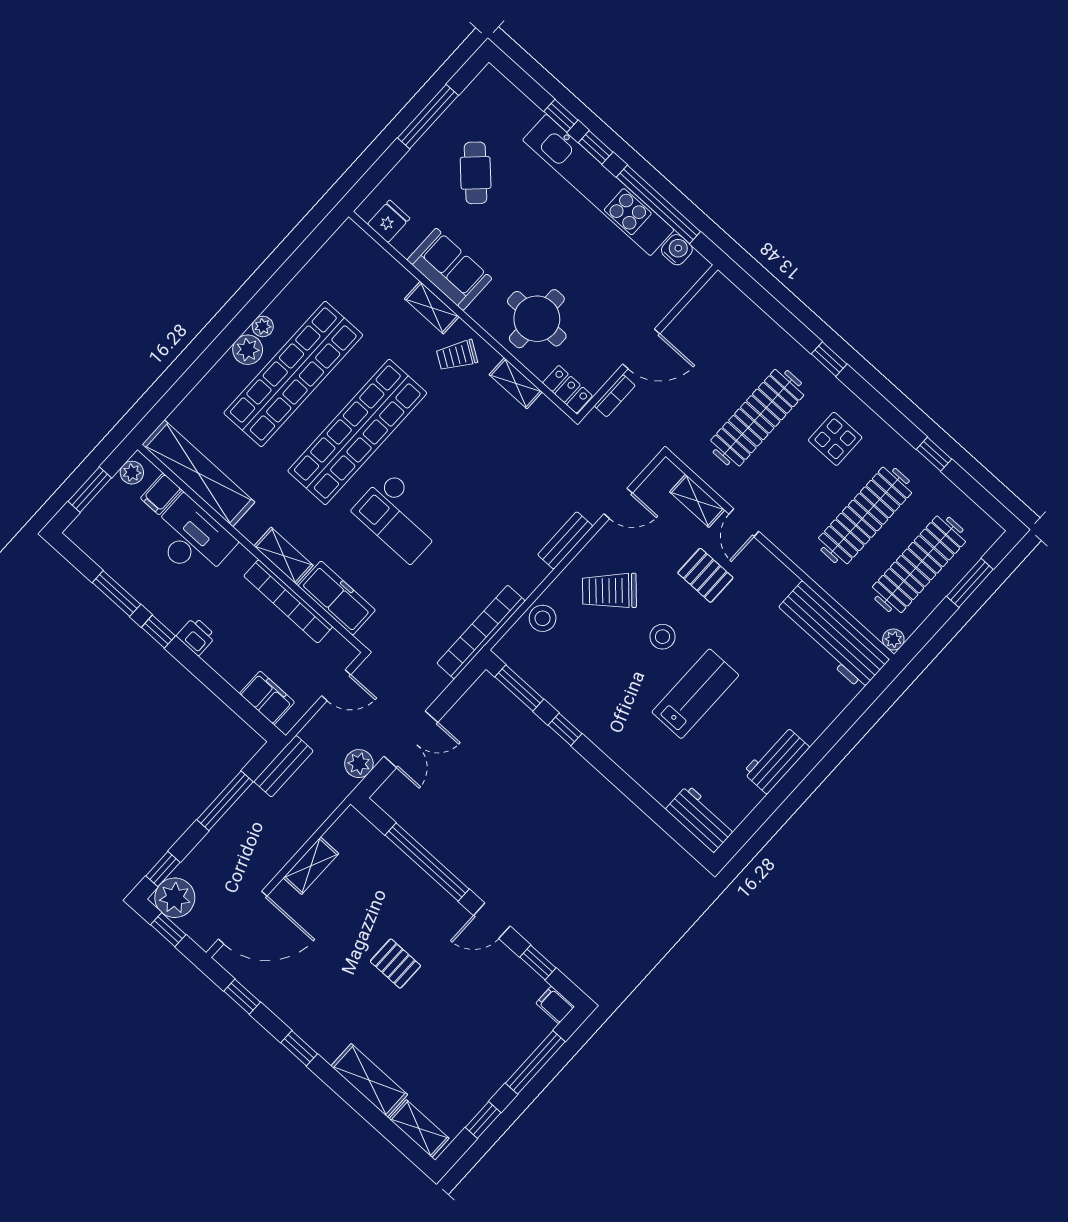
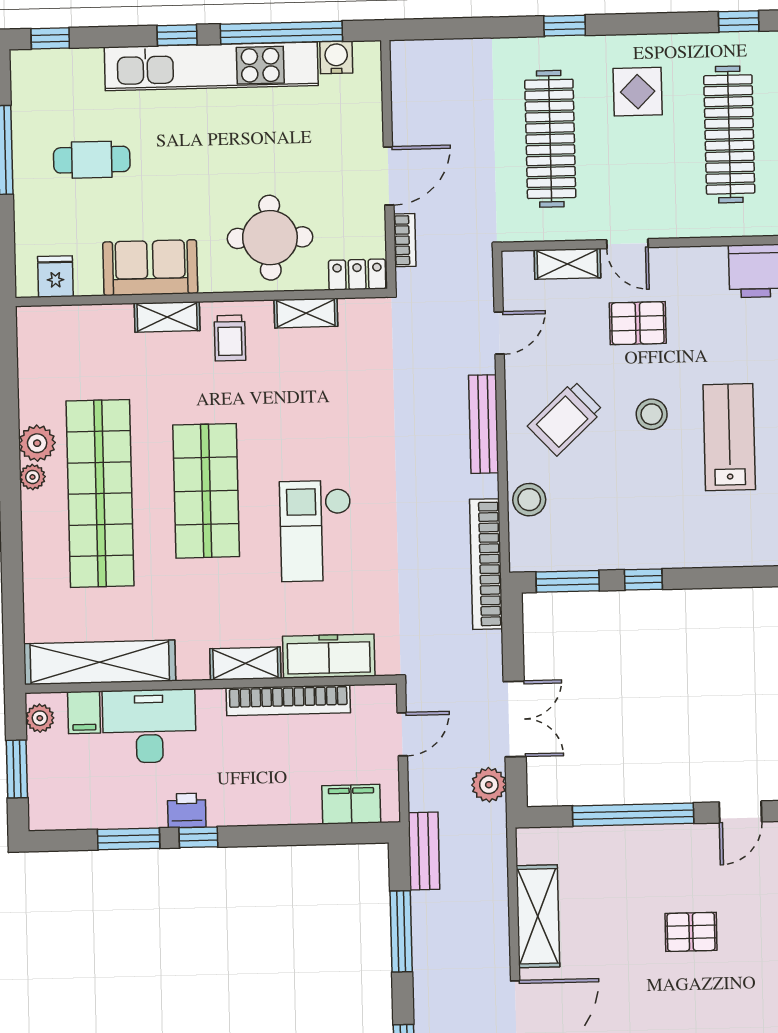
window: (561, 116) -> (50, 38), moved
cafe table: (476, 173) -> (92, 160), turned -46
plant: (248, 350) -> (37, 443), moved
trolley: (457, 355) -> (230, 338), turned -33
shop shelf: (357, 432) -> (206, 491), width x0.71
checkout: (399, 517) -> (316, 531), turned 90
bench: (565, 540) -> (484, 424), width x1.36
printer: (196, 636) -> (187, 810), moved
shelving: (311, 866) -> (538, 916), width x1.50, depth x1.33

